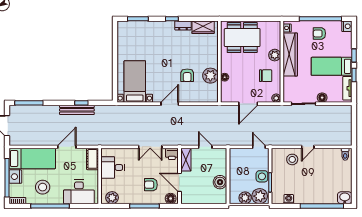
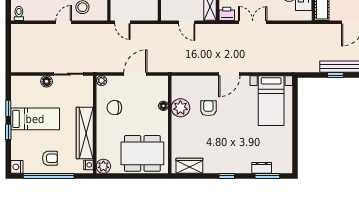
dresser: (183, 25) -> (262, 168), moved
plant: (275, 55) -> (103, 166), moved
tv unit: (347, 88) -> (16, 93), removed

